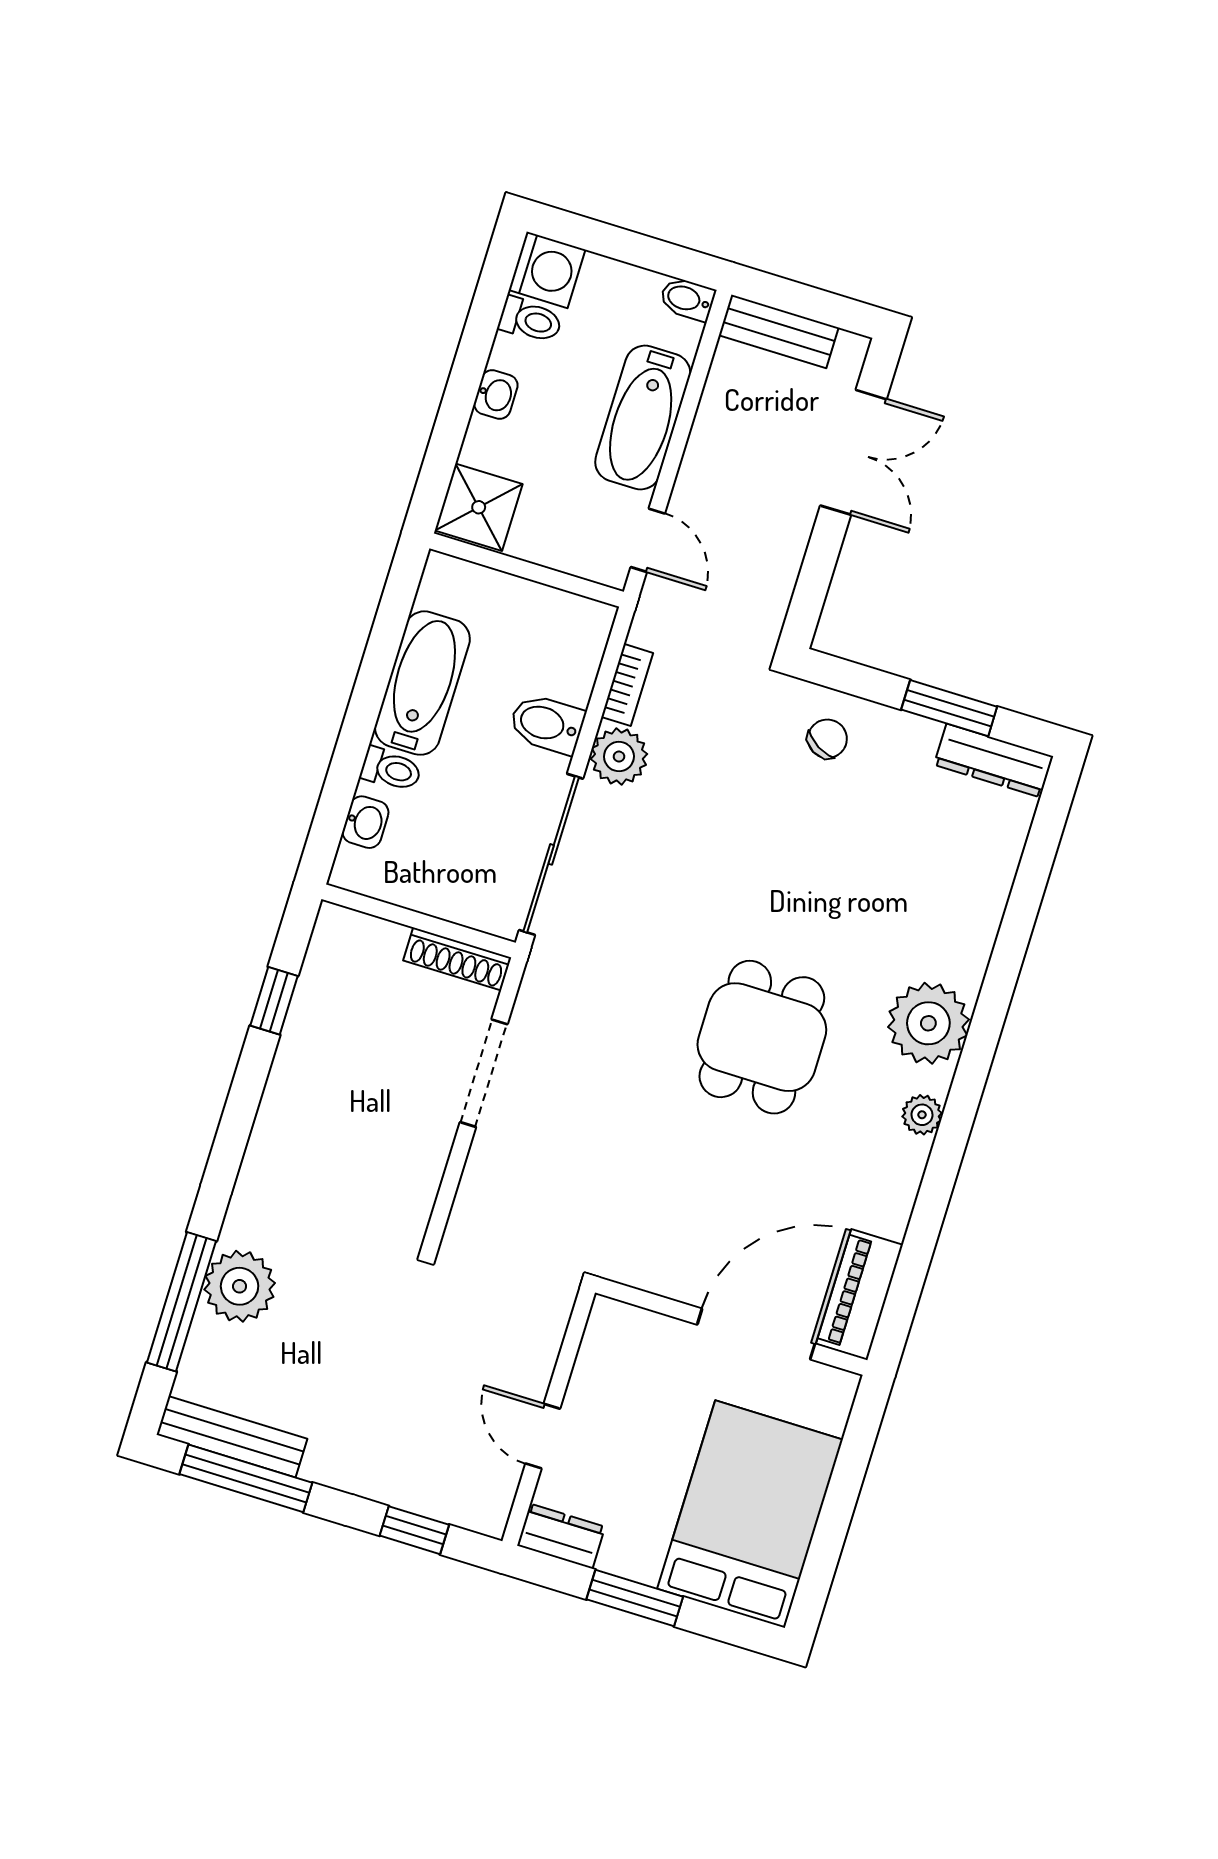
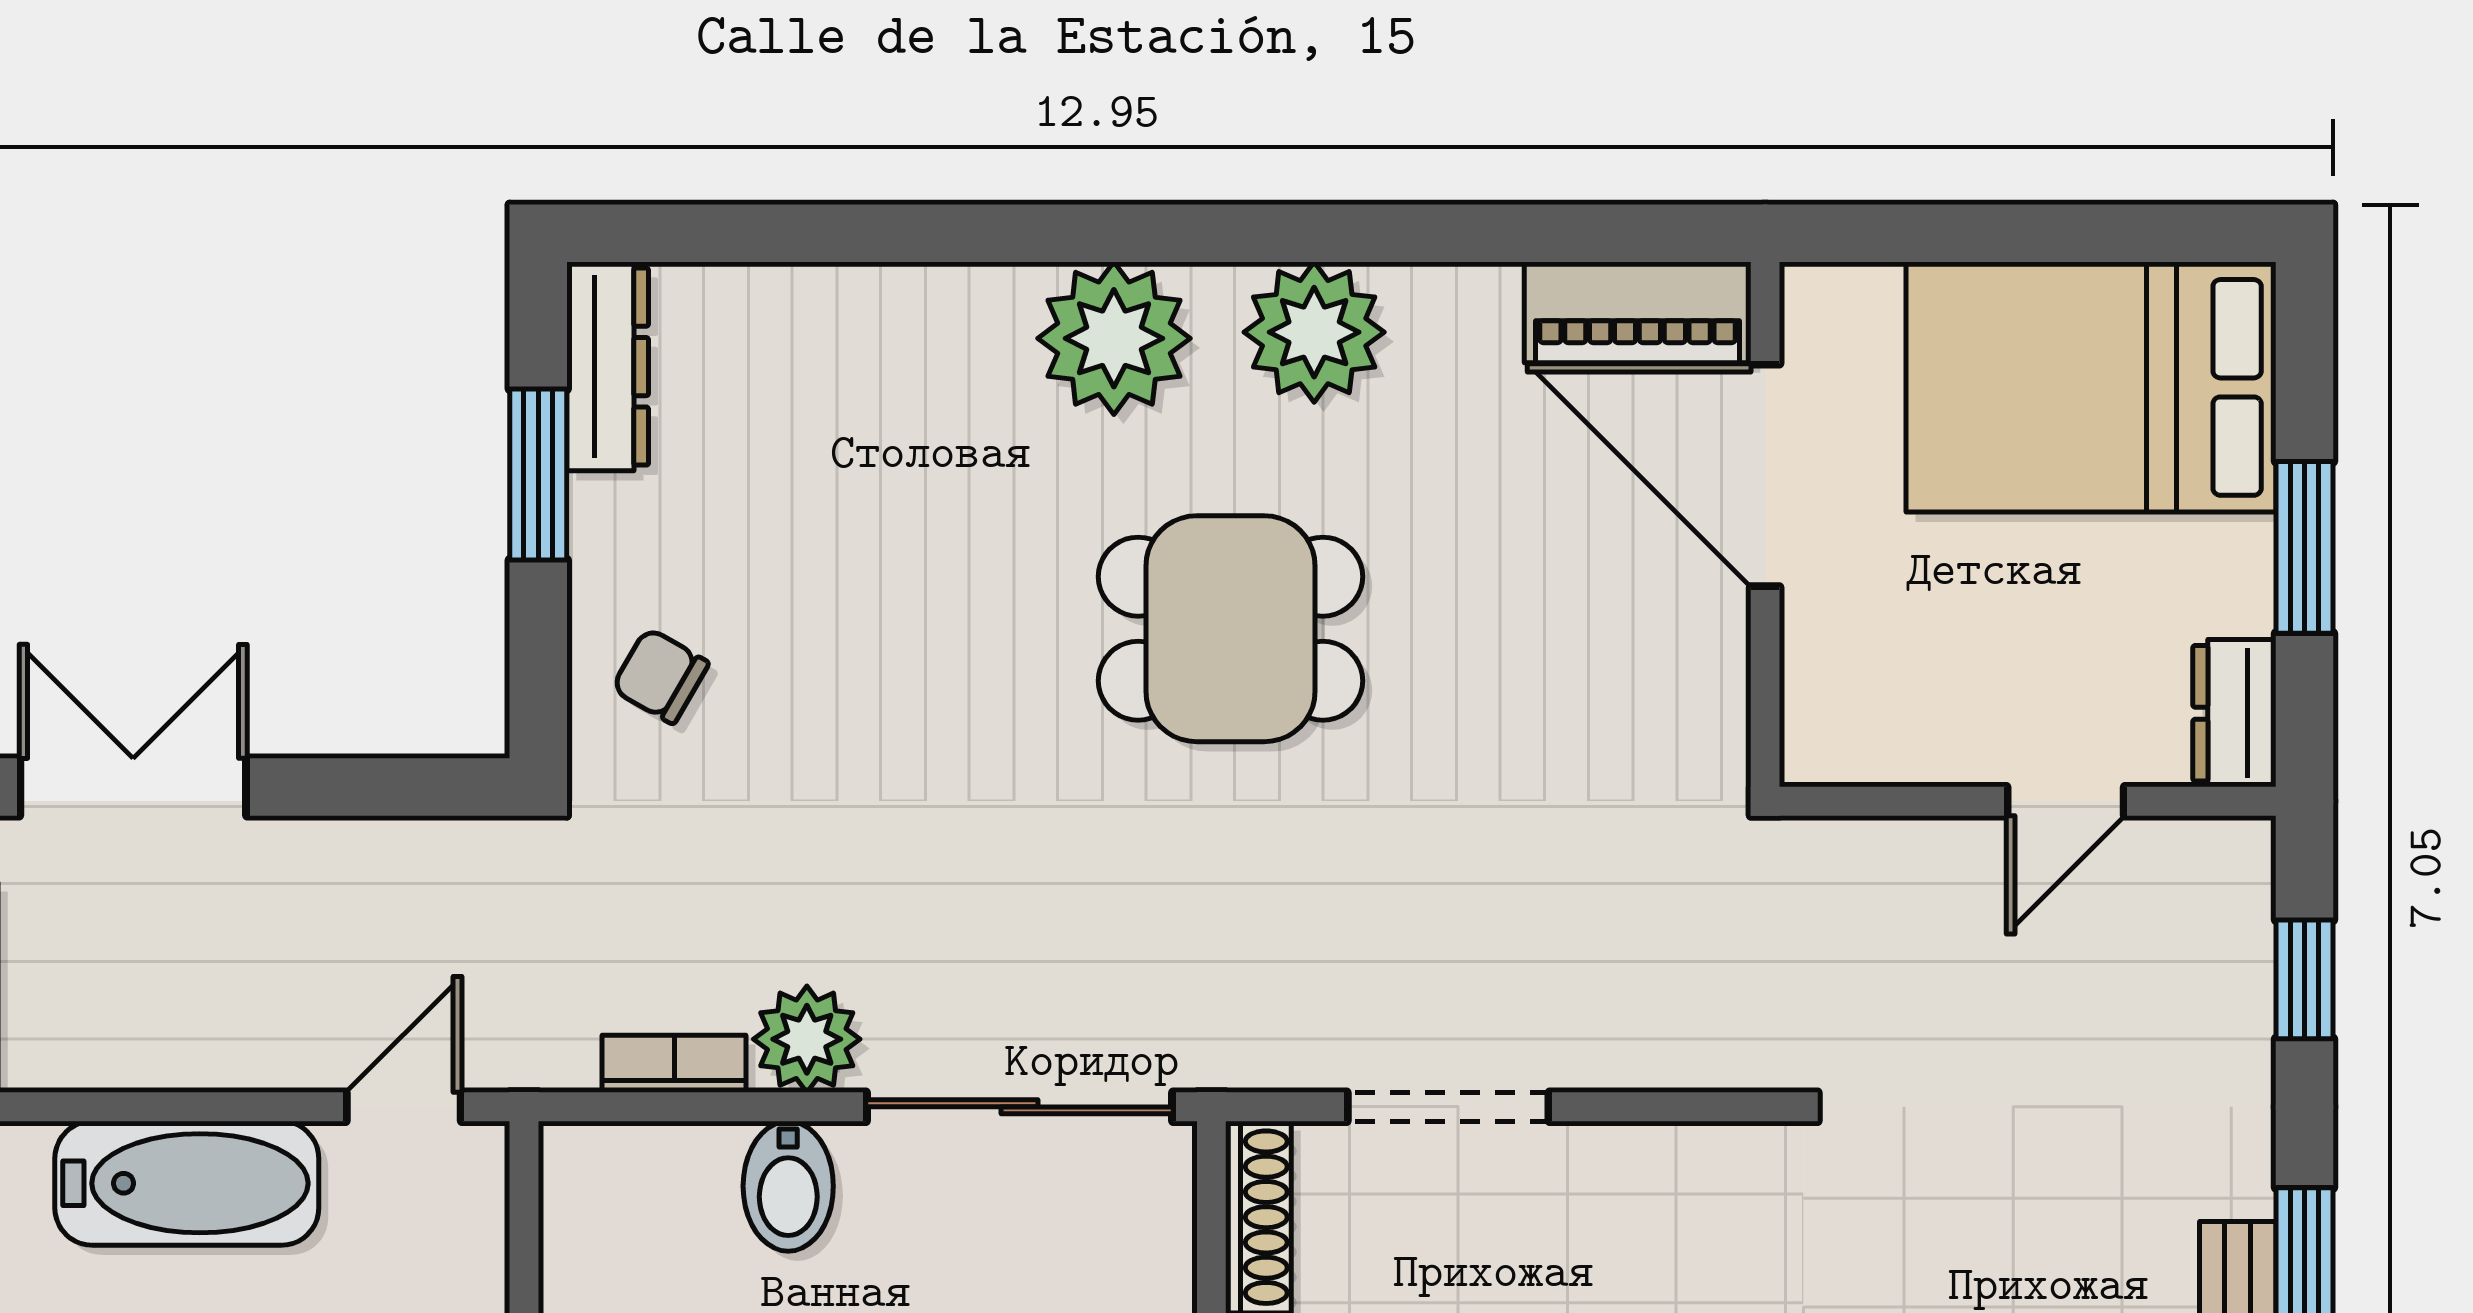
plant: (922, 1115) -> (1314, 332), width x1.87, depth x1.87

